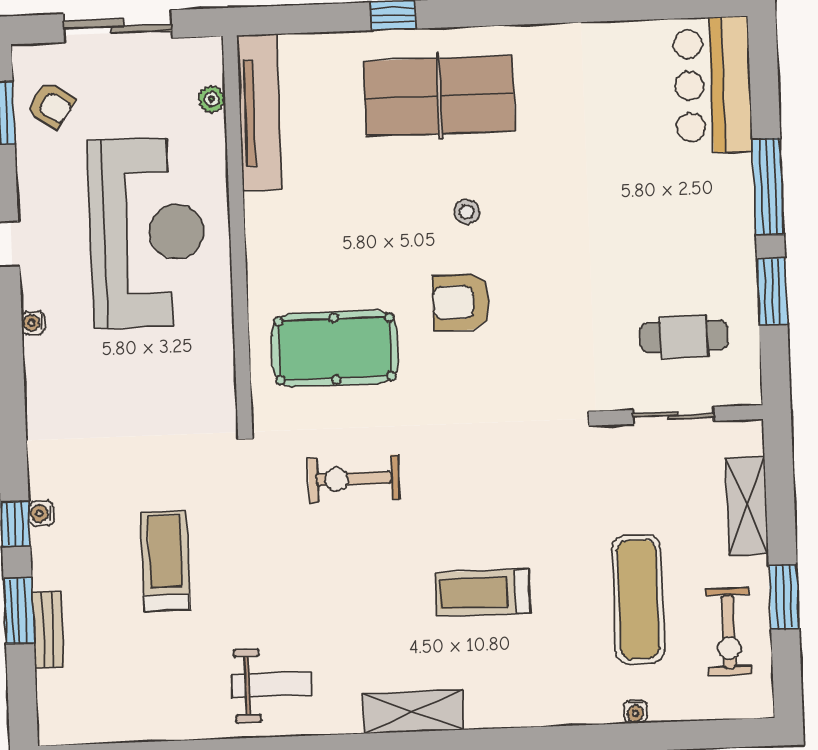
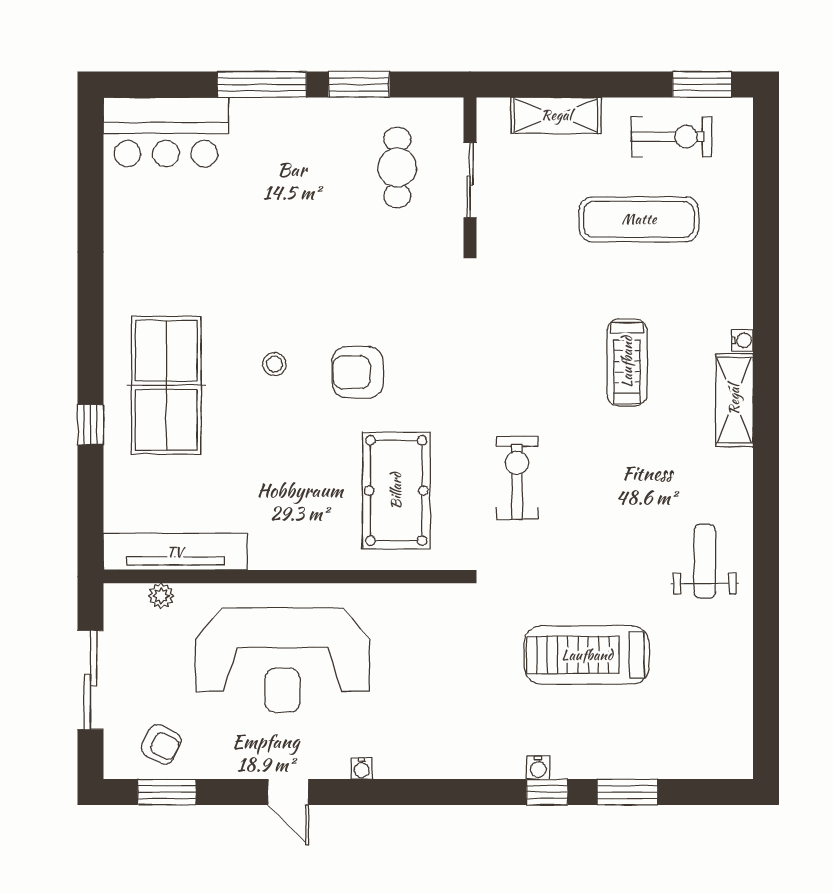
armchair: (51, 105) -> (161, 744), turned 83
reception desk: (147, 233) -> (282, 660), turned 180
armchair: (461, 302) -> (358, 372), turned 90
exercise bike: (354, 479) -> (517, 478), turned 180
treadmill: (165, 561) -> (587, 655), width x1.37, depth x1.38
window: (784, 597) -> (702, 84), moved
bench: (48, 630) -> (646, 766), removed
shelving: (413, 712) -> (734, 400), moved
water cooler: (635, 712) -> (742, 340), moved

